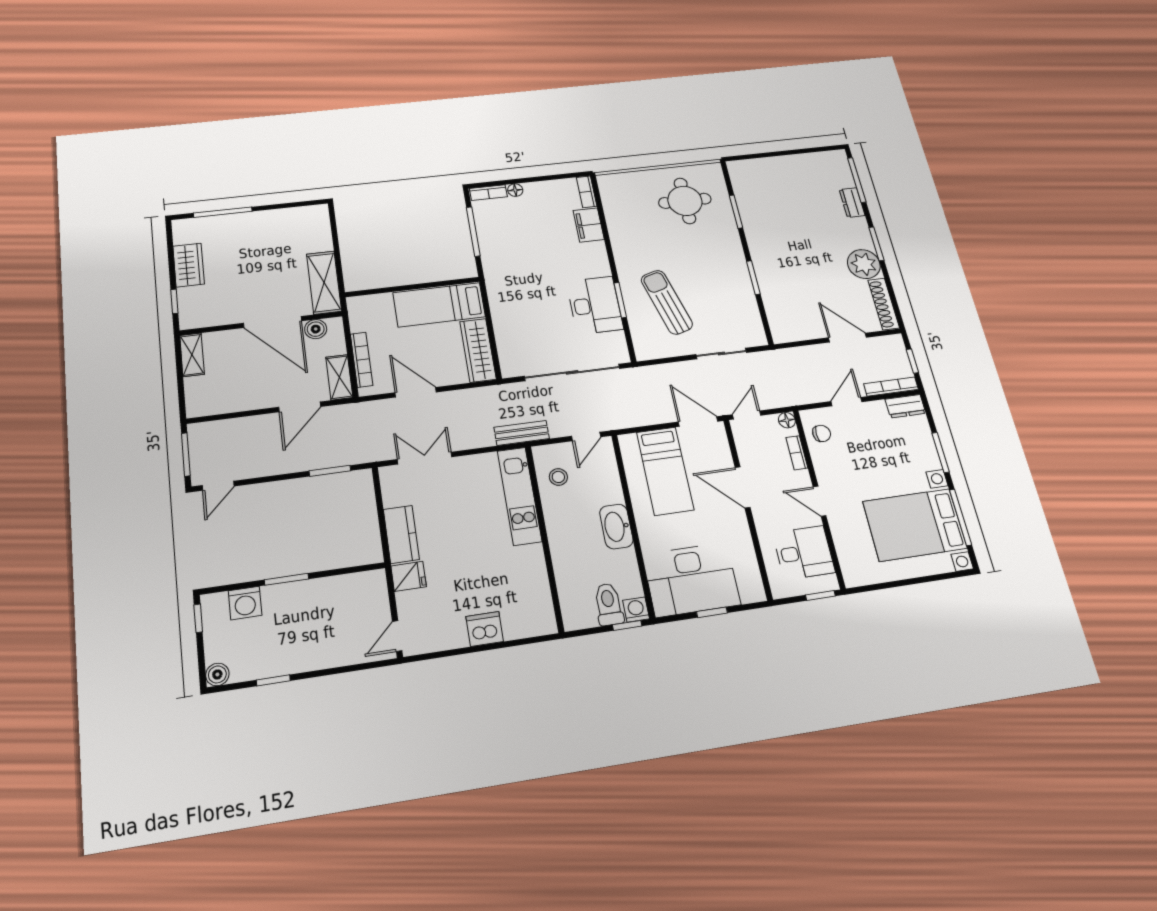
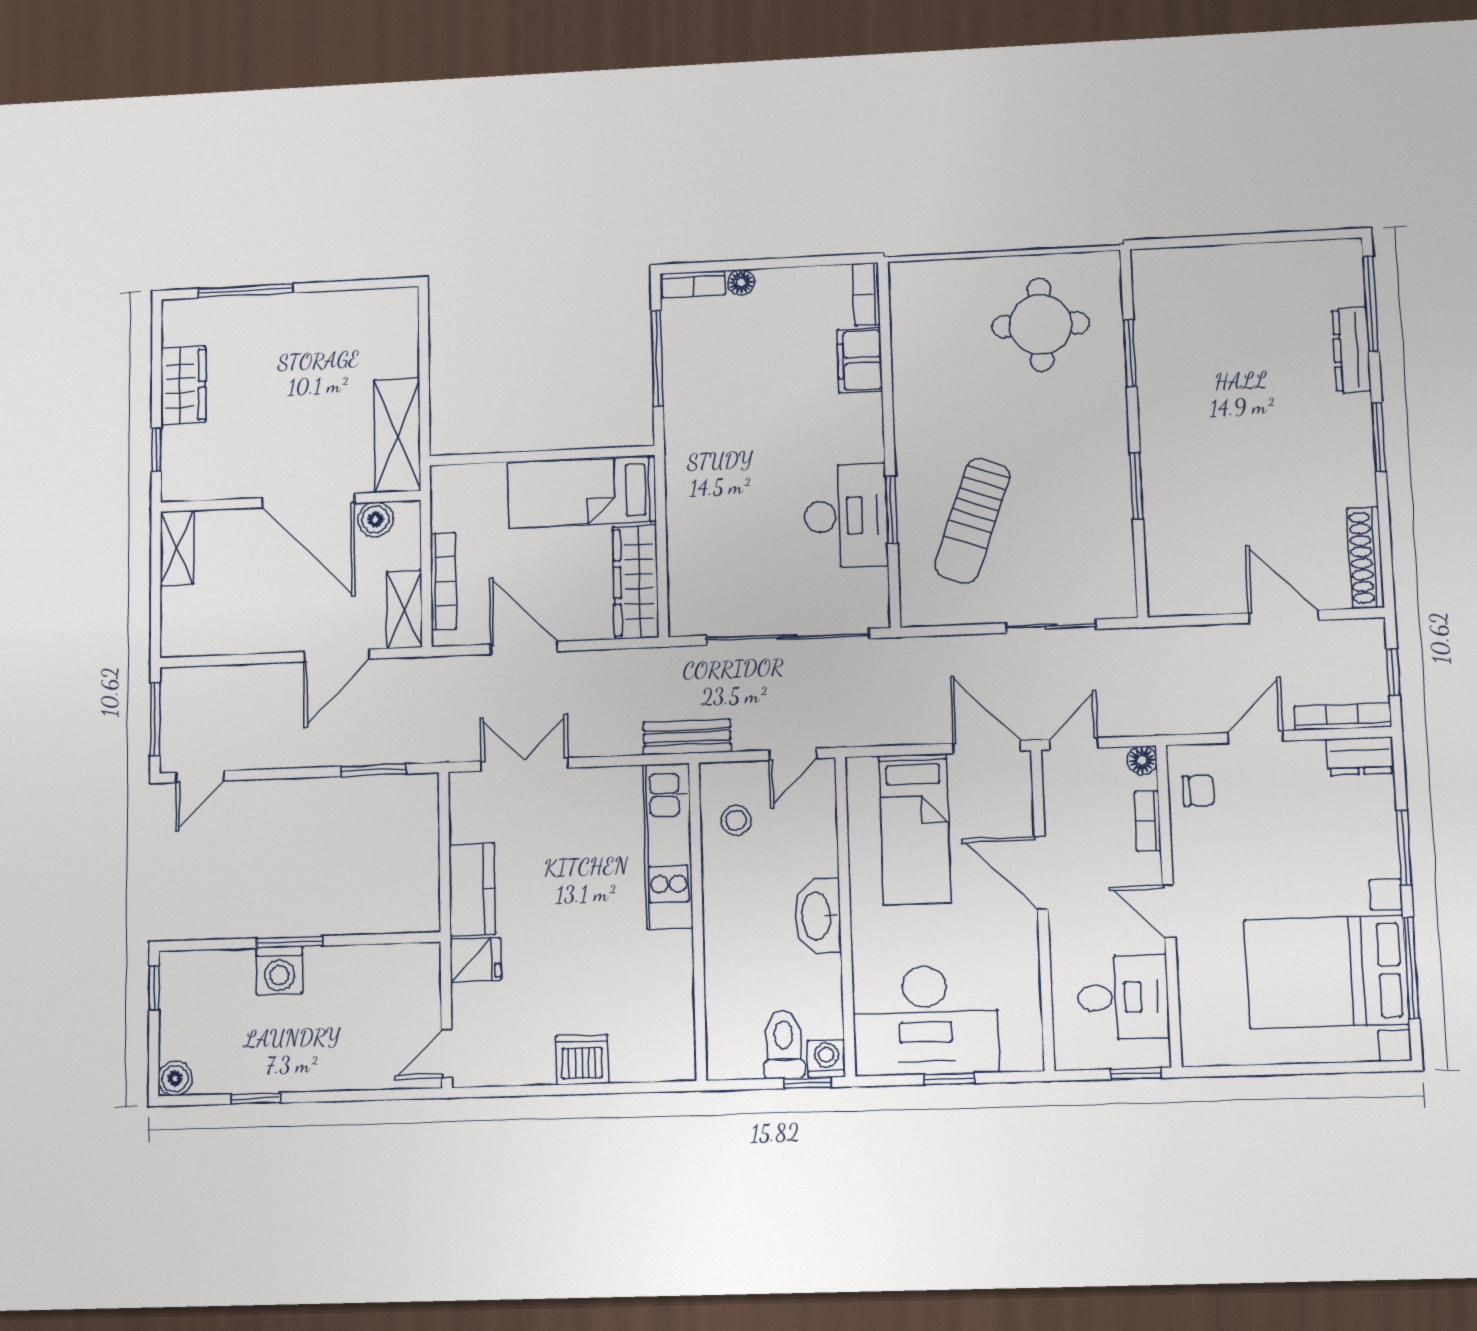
dresser: (852, 203) -> (1351, 350), width x1.44
plant: (864, 264) -> (1346, 476), removed
sun lounger: (667, 302) -> (972, 521), turned -144
washing machine: (245, 603) -> (279, 971), moved

